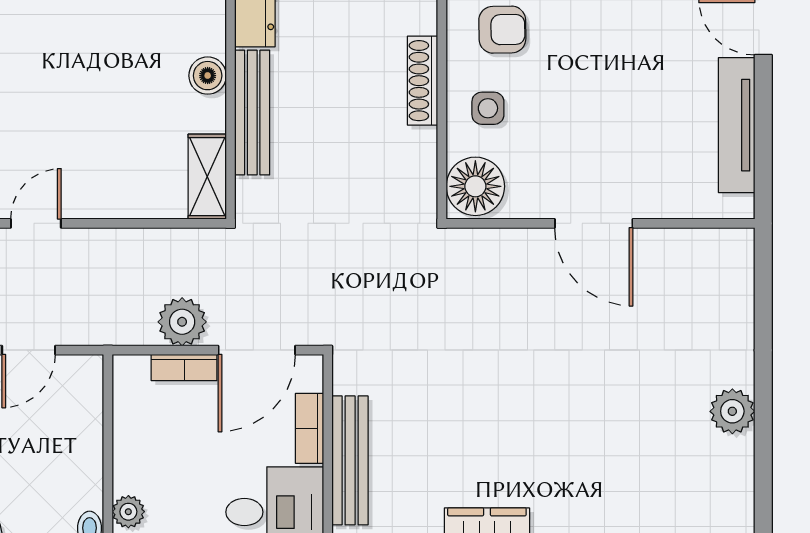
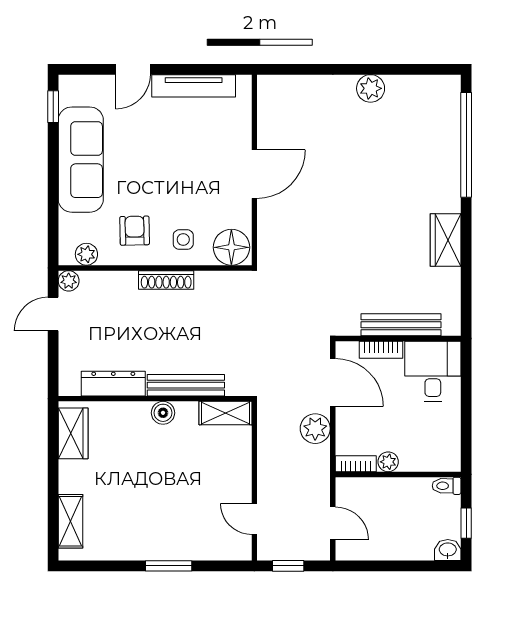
bookcase: (184, 368) -> (356, 464), moved, turned -90
plant: (128, 512) -> (388, 462), moved

